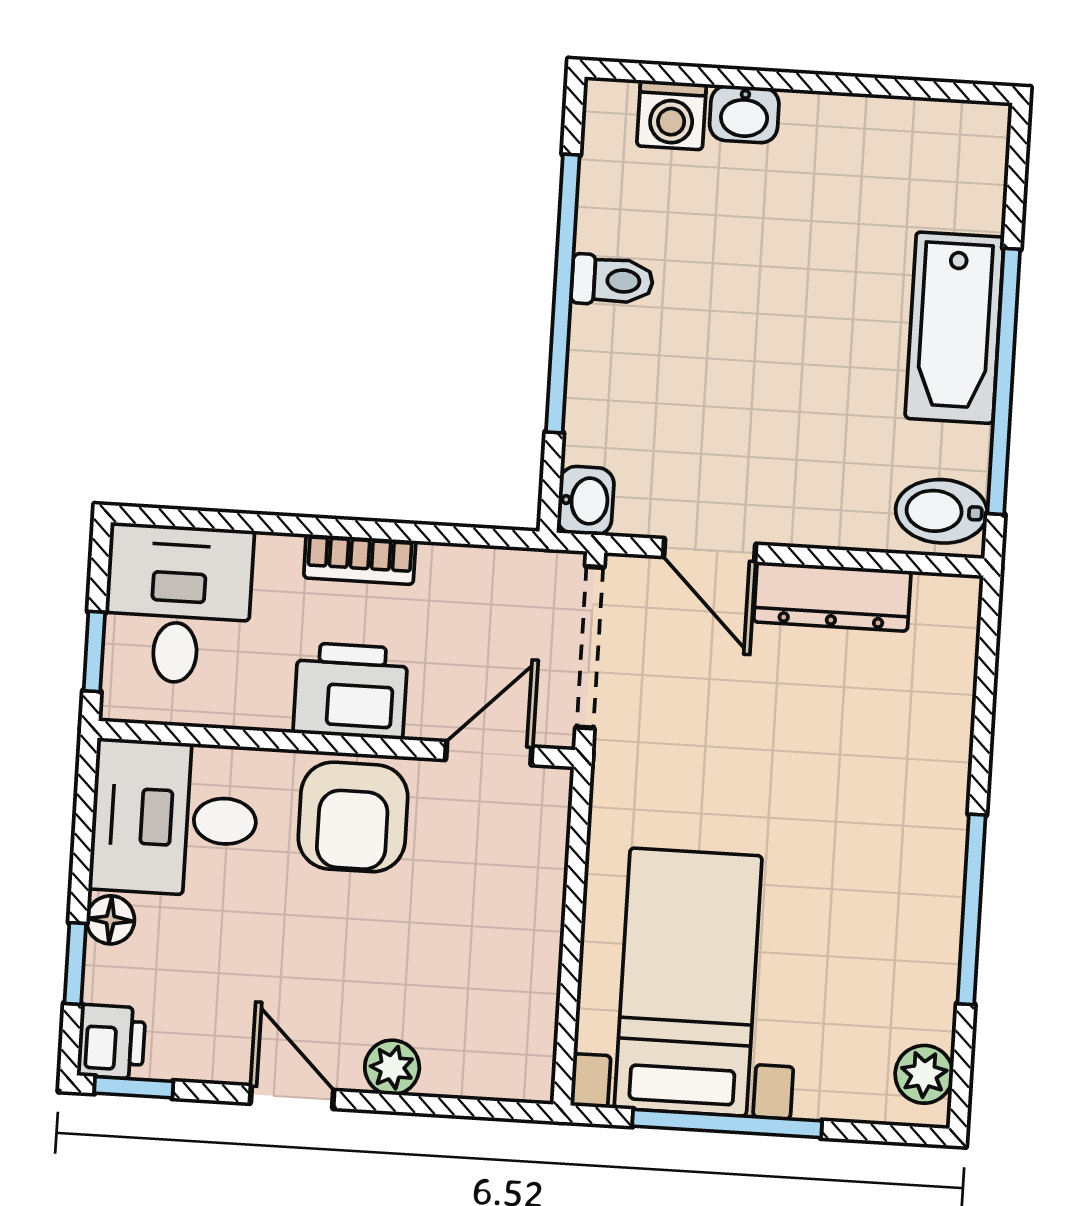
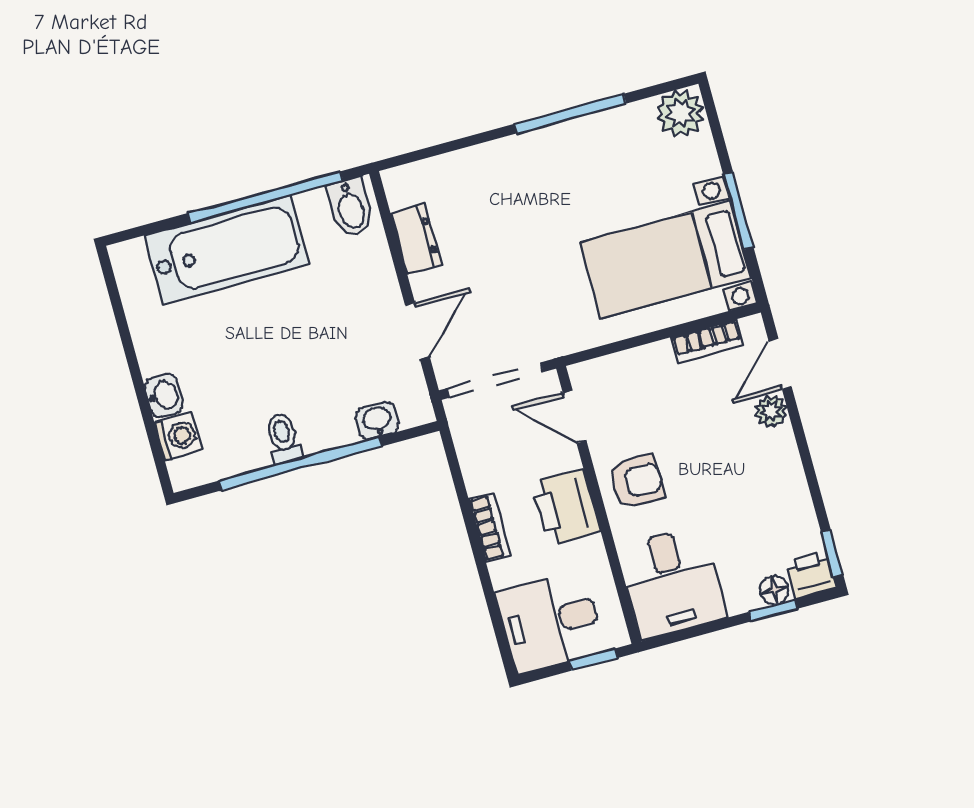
bathtub: (955, 328) -> (227, 250), width x1.36, depth x1.36
washbasin: (586, 501) -> (377, 421), moved
dresser: (832, 597) -> (416, 239), width x0.70
armchair: (353, 817) -> (637, 481), width x0.72, depth x0.72
floor lamp: (110, 920) -> (774, 590), moved
bookcase: (537, 1004) -> (707, 341), added
plant: (924, 1074) -> (680, 113), width x1.38, depth x1.38
door: (292, 1097) -> (780, 364), moved
window: (727, 1124) -> (738, 211), width x0.69

